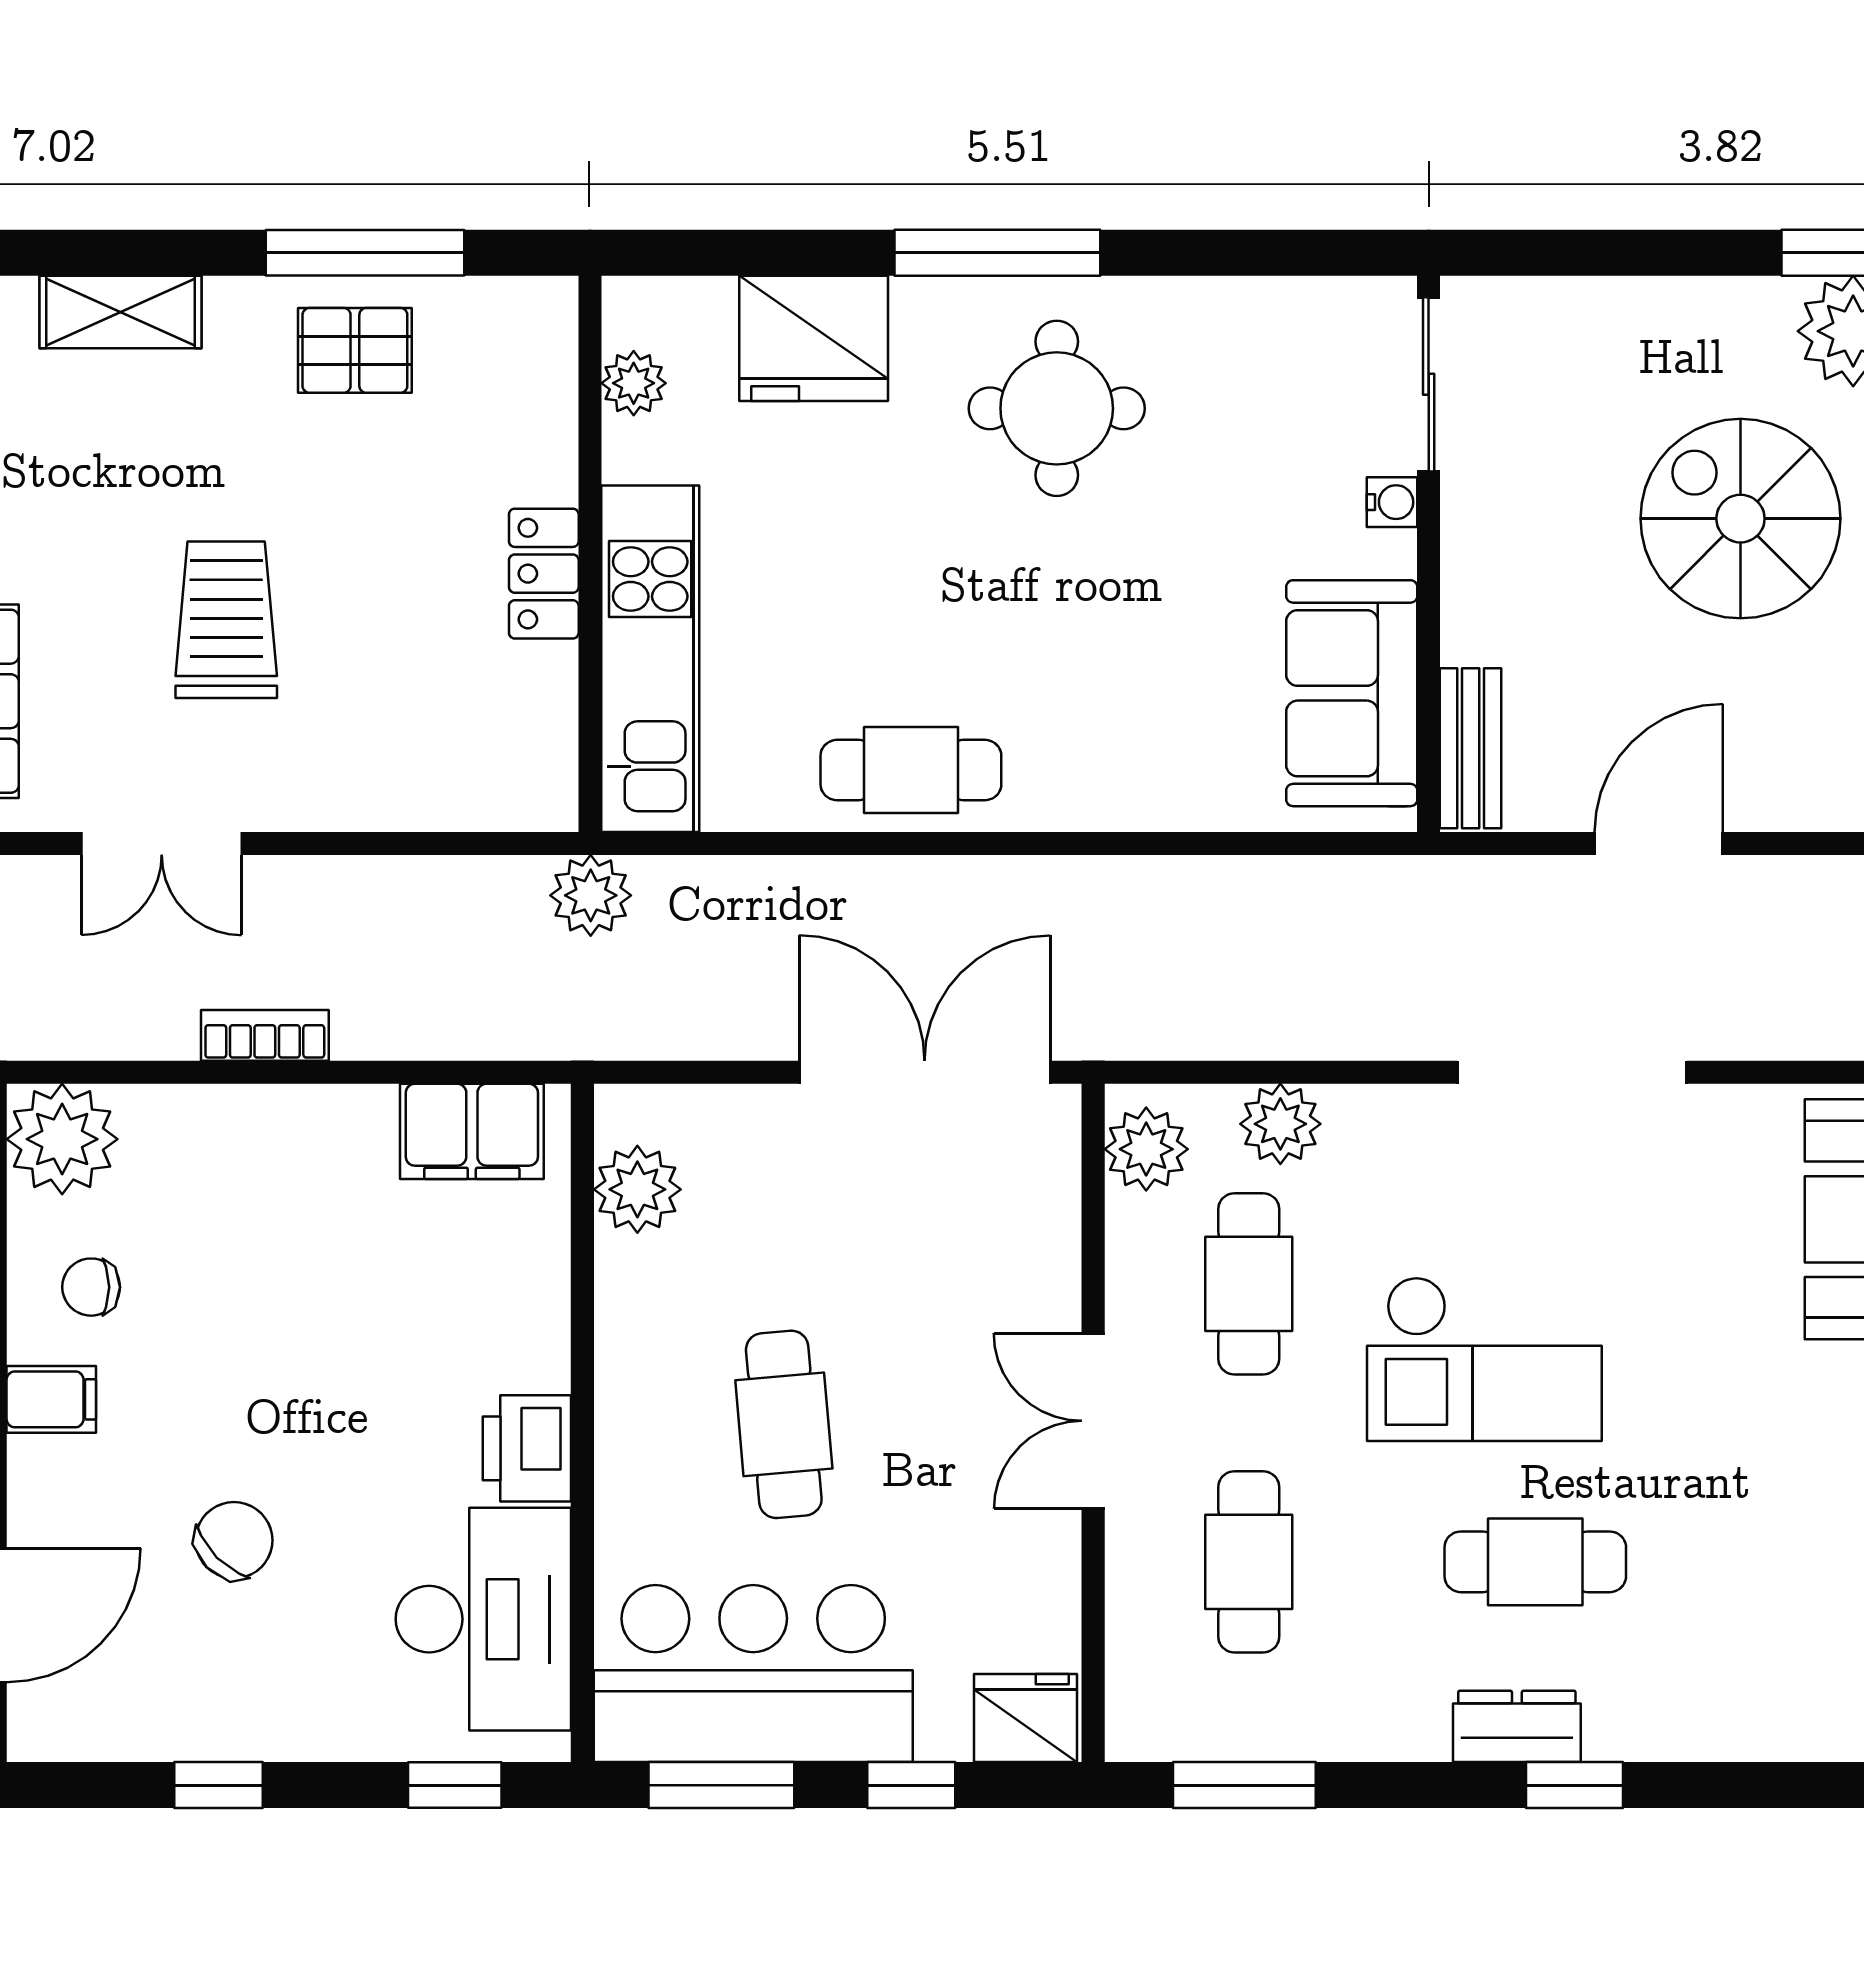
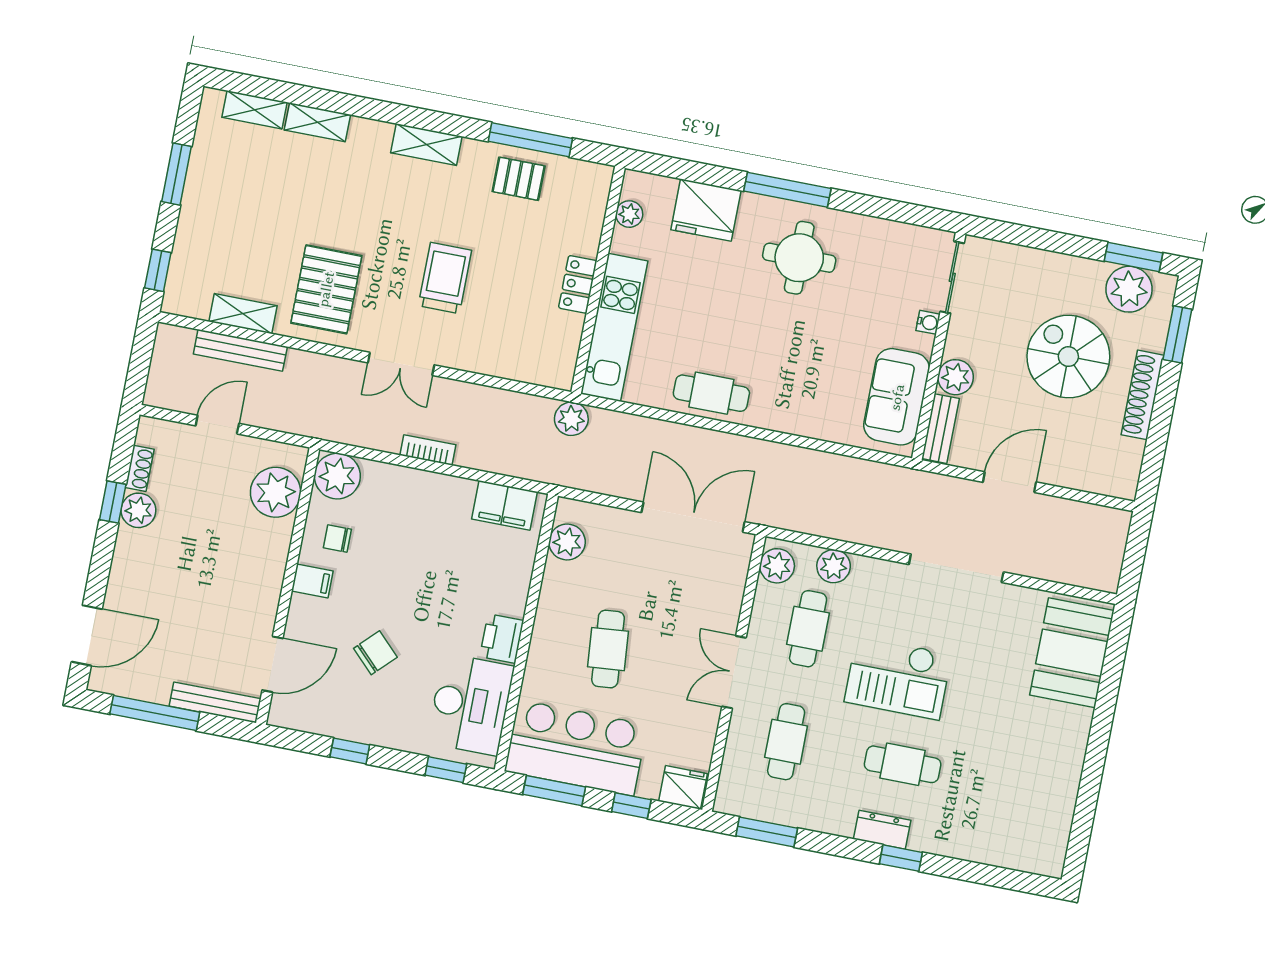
plant: (1483, 619) -> (956, 377), added

